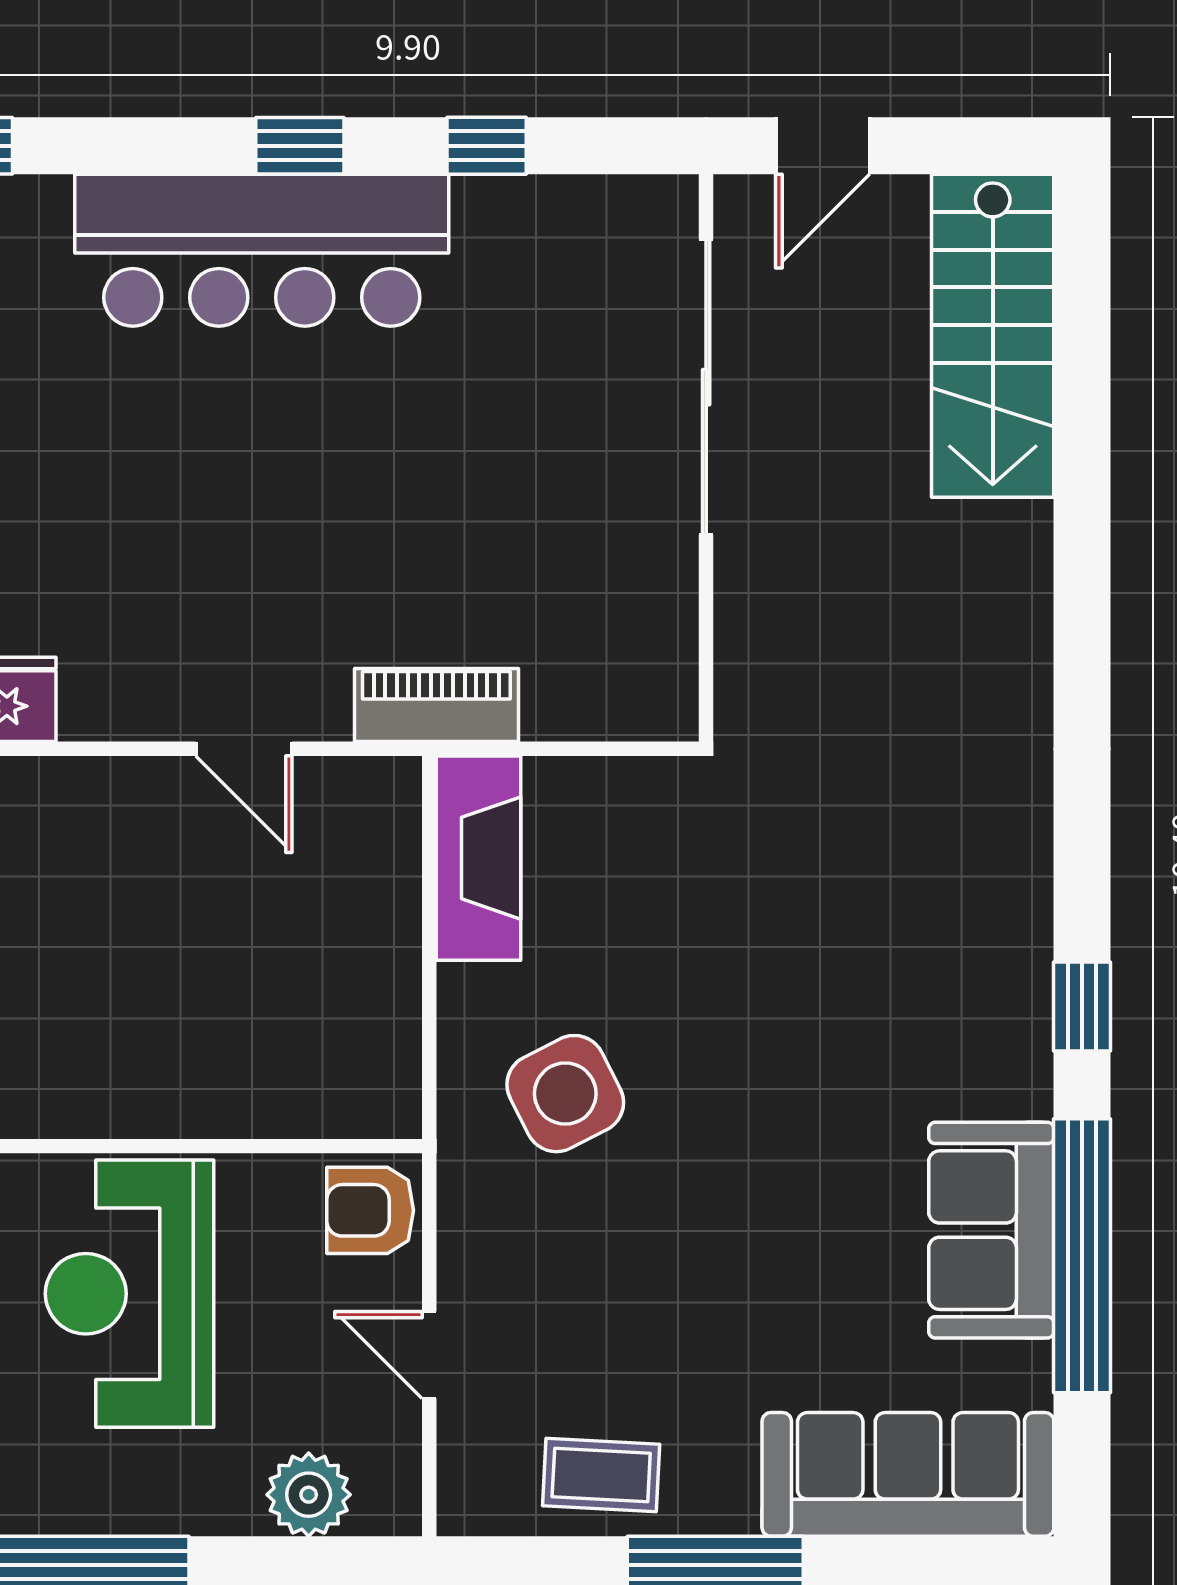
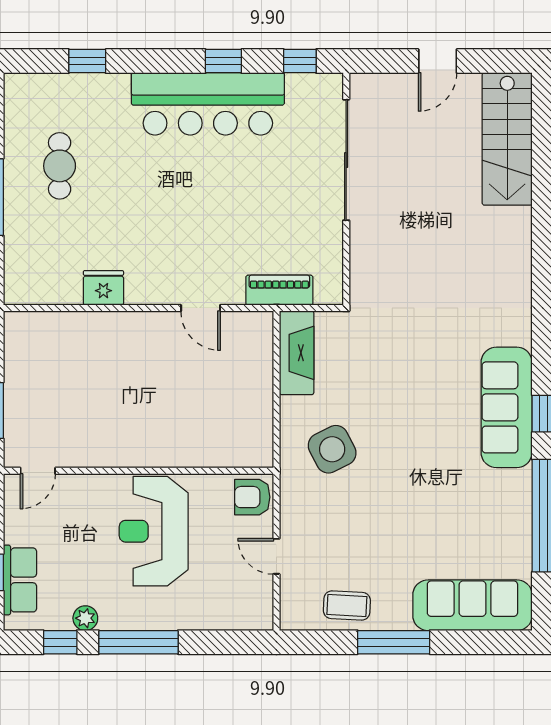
sliding door: (706, 387) -> (346, 160), moved
wall: (706, 458) -> (346, 189), moved
sofa: (991, 1230) -> (507, 407), moved, width x1.36
plant: (309, 1495) -> (227, 614), removed

